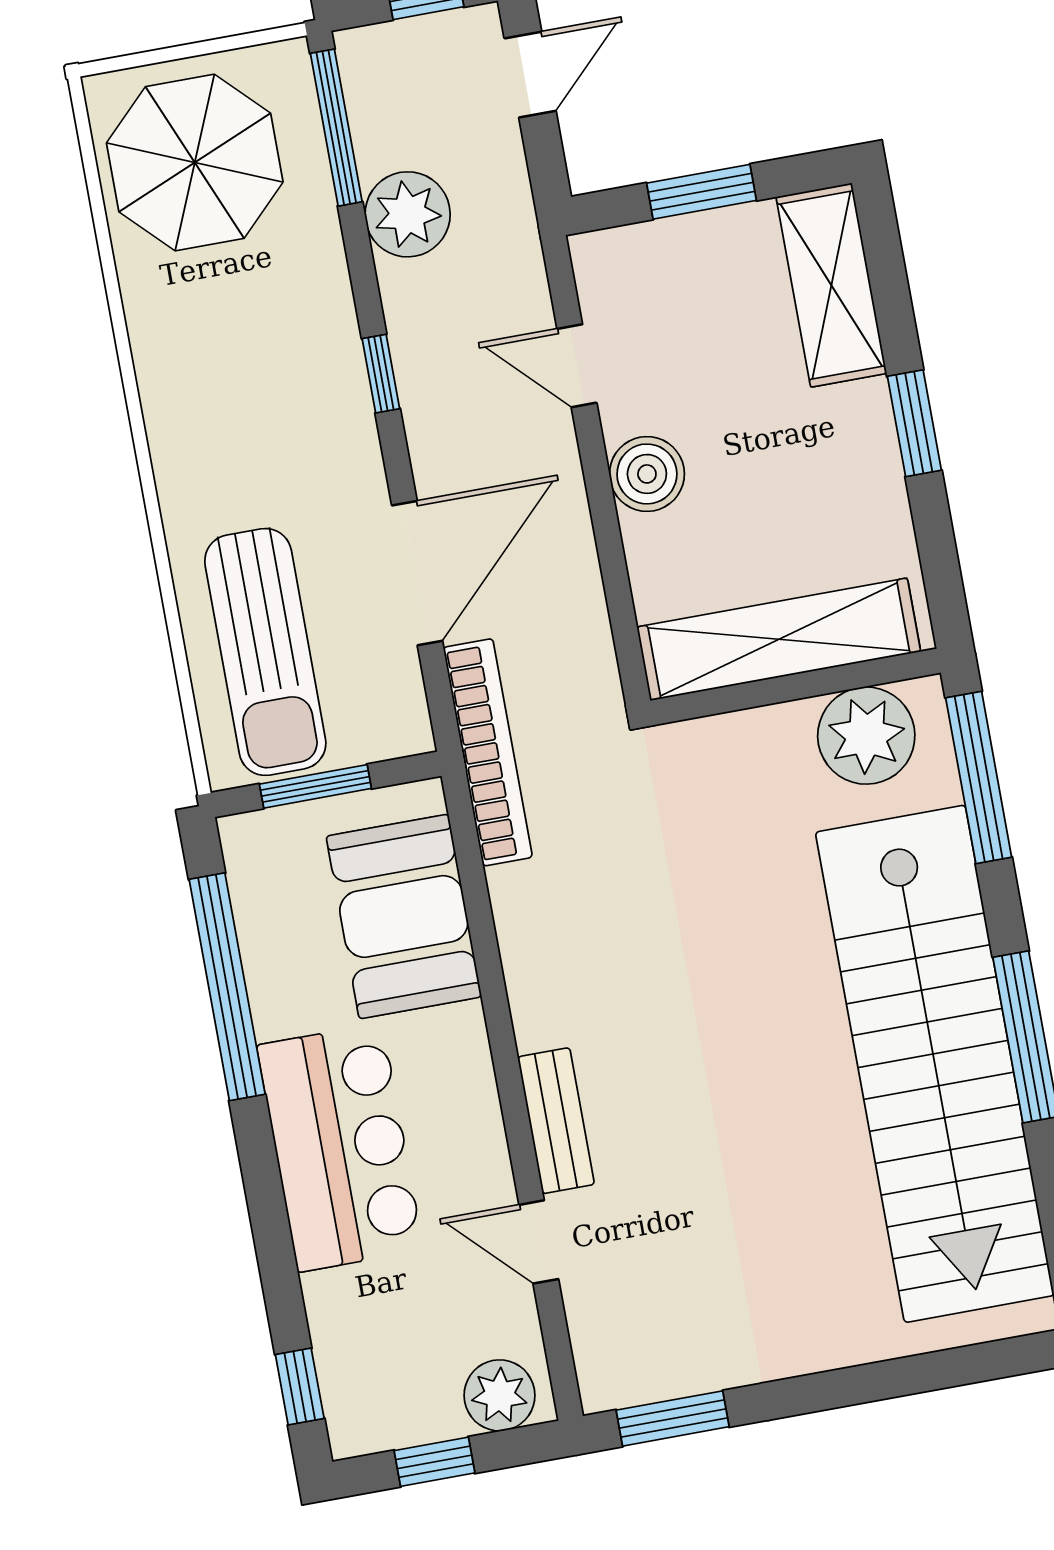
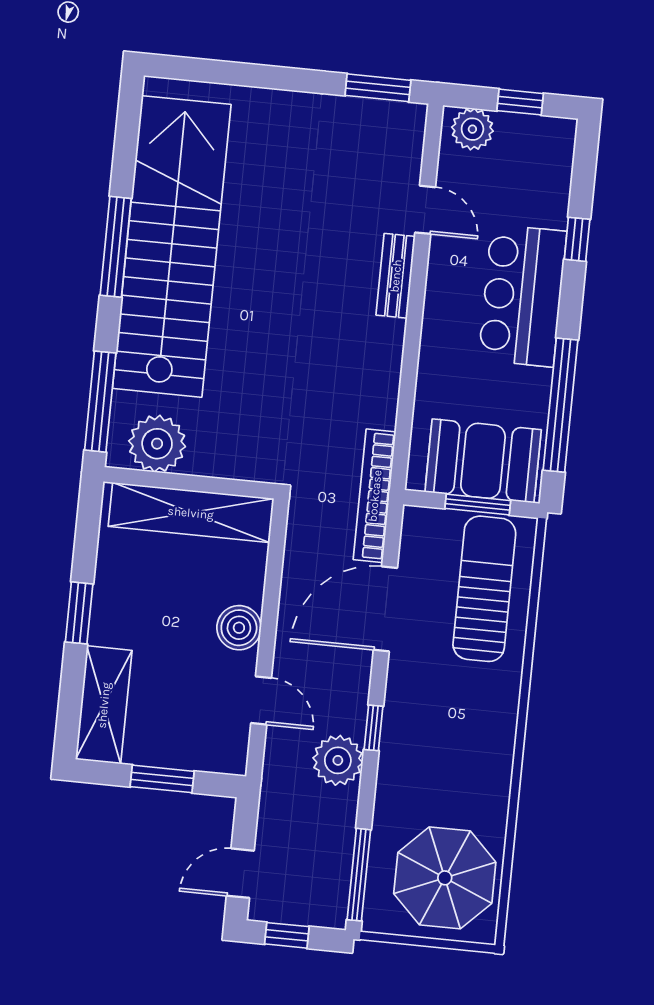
plant: (408, 214) -> (338, 760), moved
booth: (404, 916) -> (483, 461), moved, turned 90
window: (300, 1387) -> (577, 239), moved

